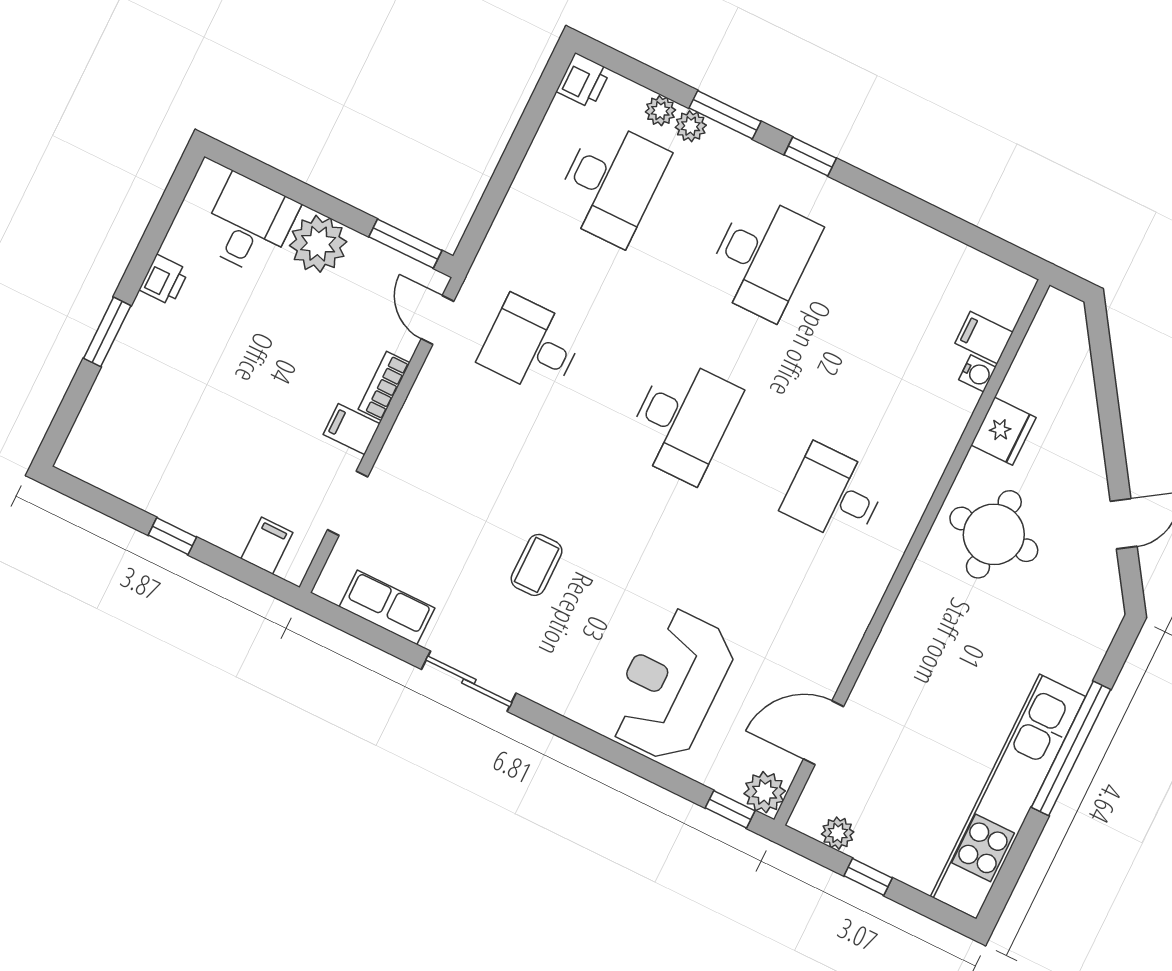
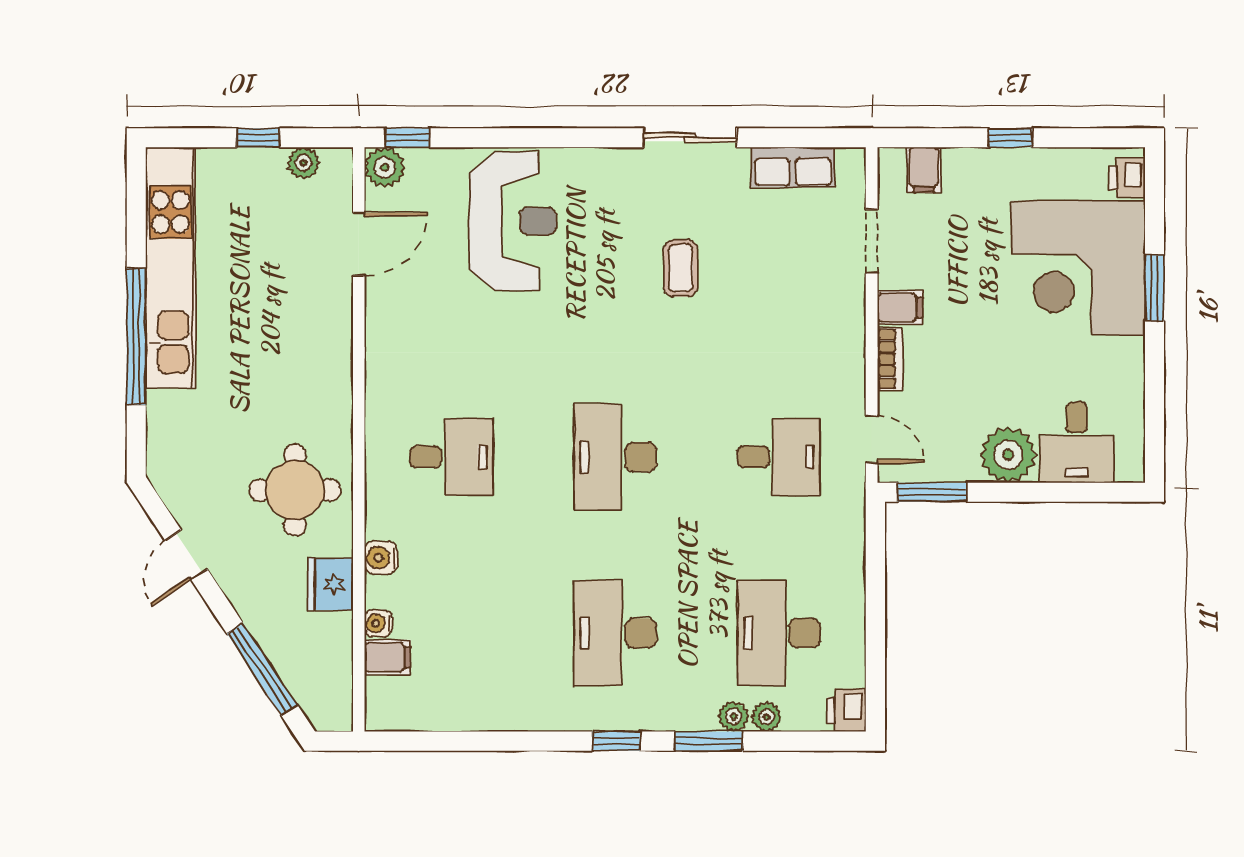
printer: (164, 280) -> (1127, 178), moved
window: (1105, 383) -> (262, 669), added
corner desk: (169, 385) -> (1078, 268), added
water cooler: (945, 433) -> (381, 558), added

